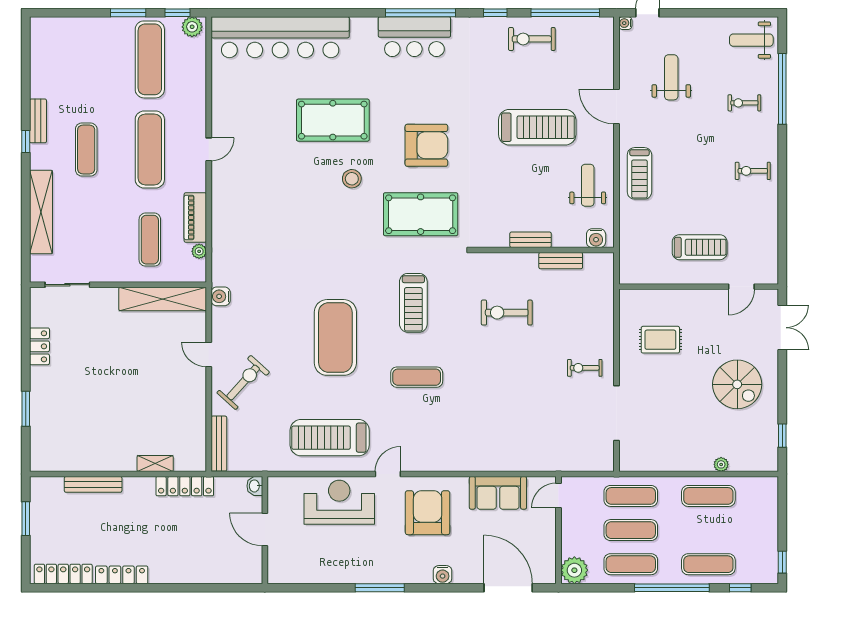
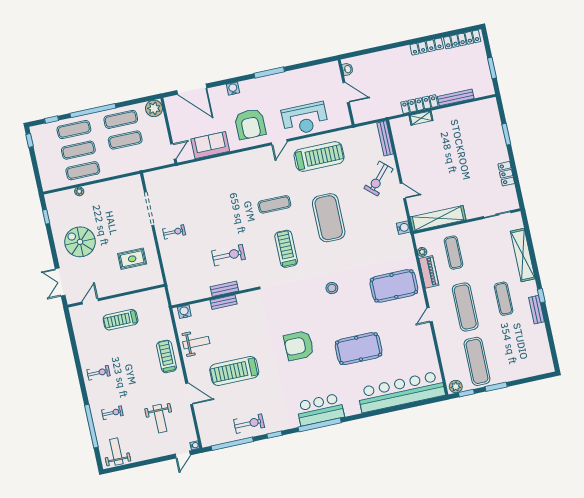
weight bench: (751, 40) -> (116, 452), turned -90
stool: (352, 179) -> (332, 288), moved
weight bench: (588, 185) -> (196, 343), turned -90
pool table: (421, 214) -> (394, 286), moved
bench: (561, 261) -> (224, 289), moved
locker: (185, 486) -> (419, 104), moved
washbasin: (255, 486) -> (347, 69), moved
exercise mat: (631, 496) -> (78, 150), moved

